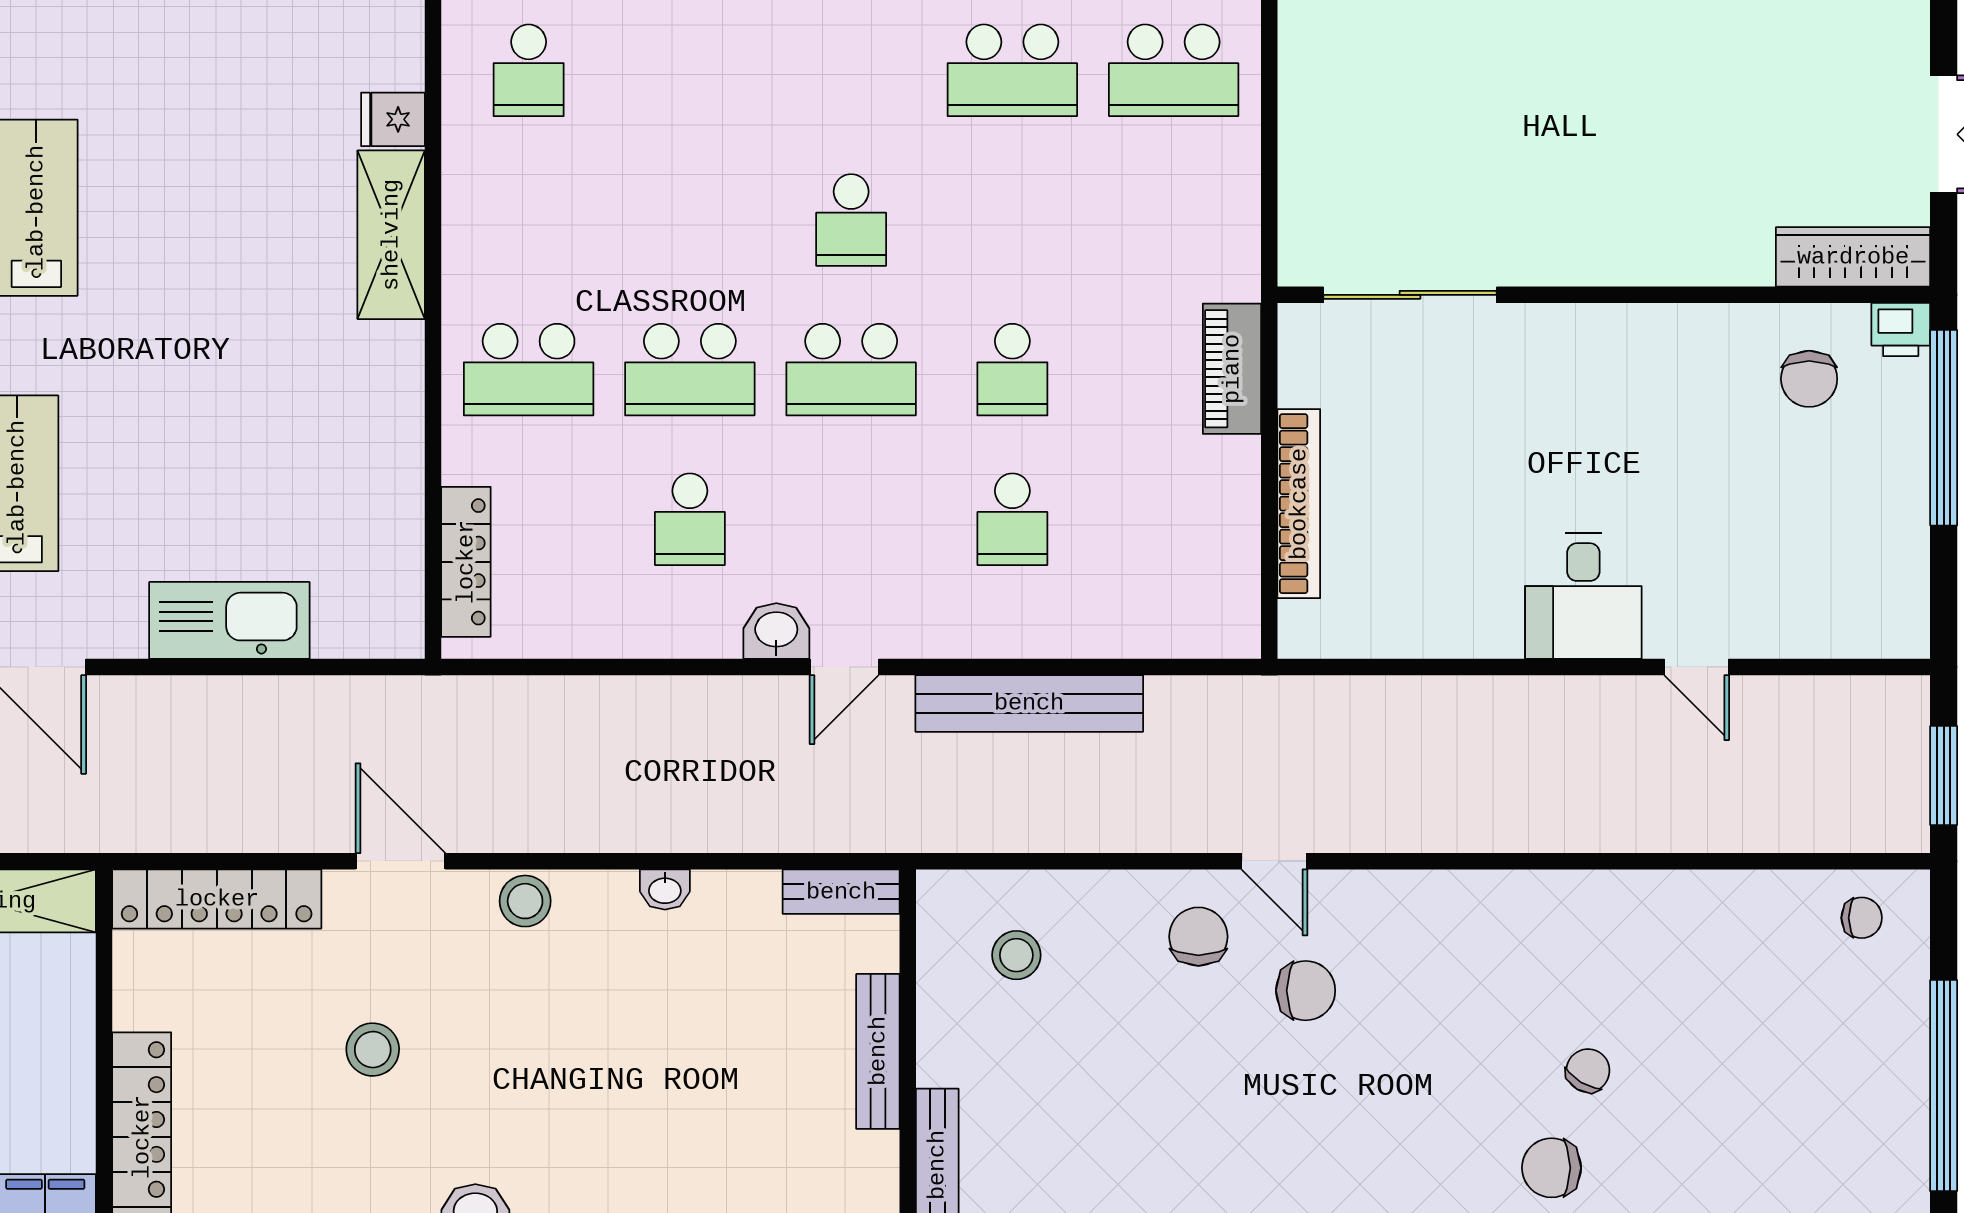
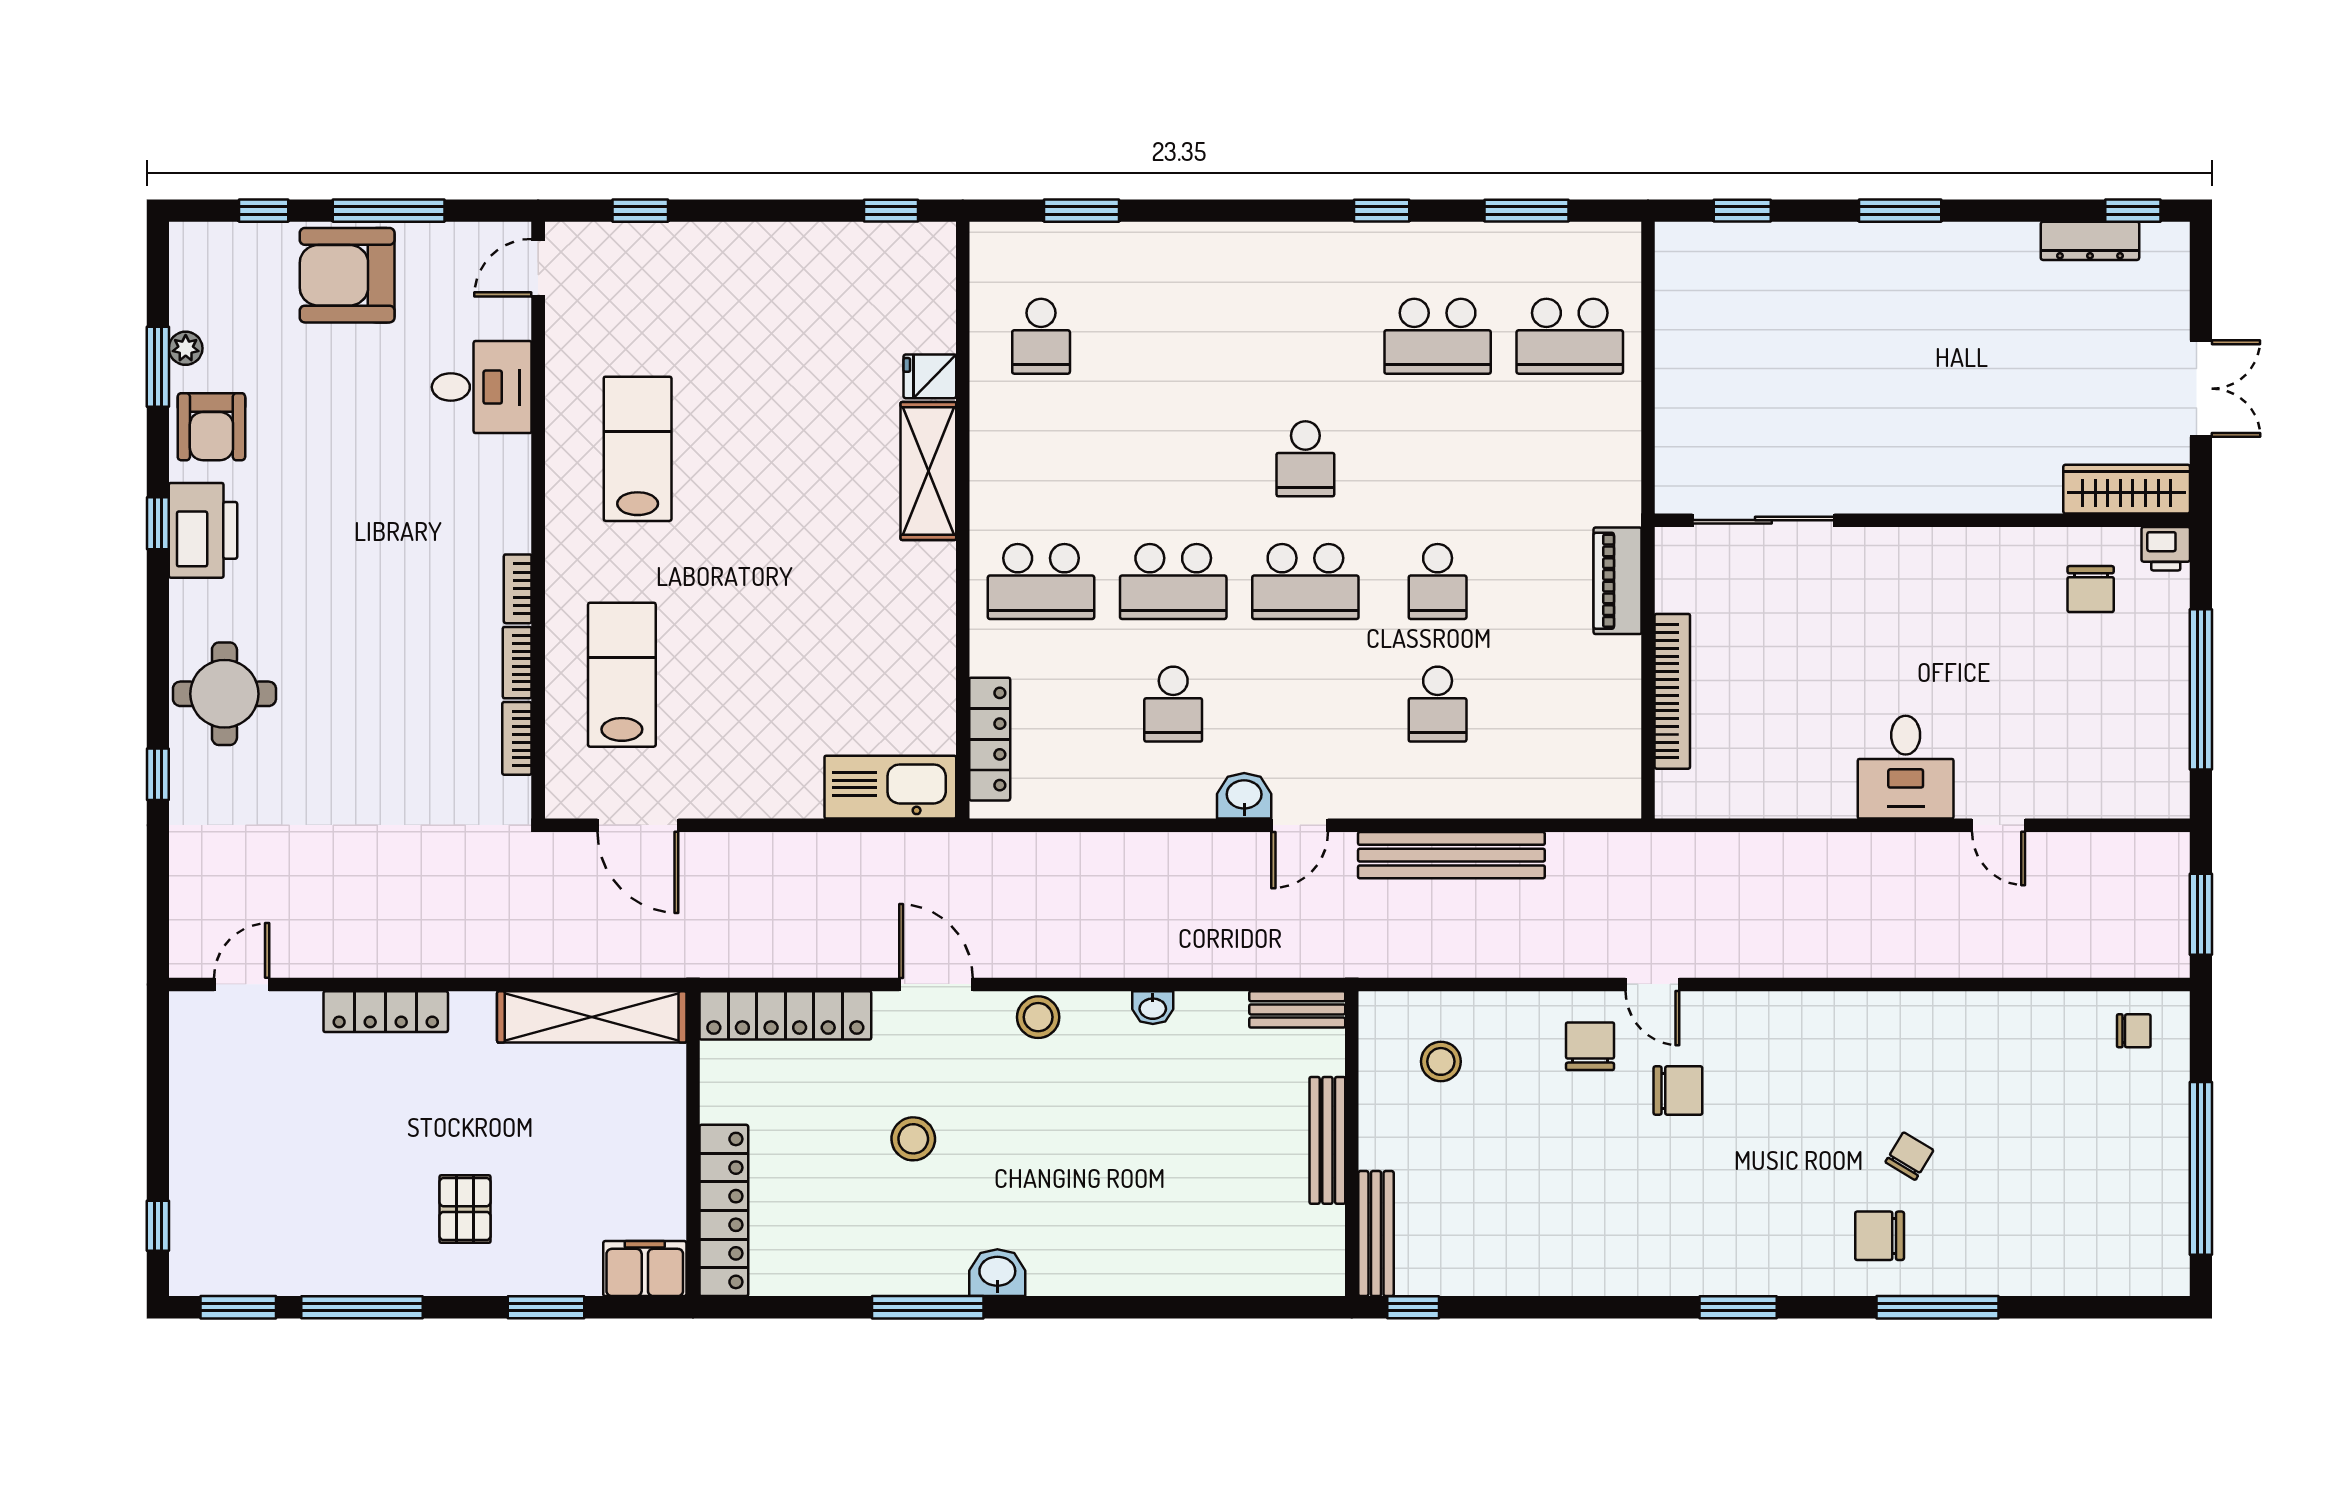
window: (1944, 428) -> (2201, 689), moved
kitchen sink: (229, 620) -> (890, 787), moved

